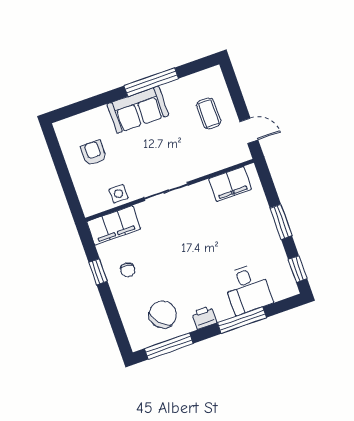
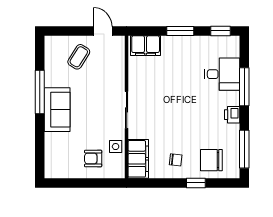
coffee table: (209, 113) -> (79, 57), turned -58
door: (249, 131) -> (103, 31), hinge flipped
armchair: (93, 153) -> (93, 158), moved
filing cabinet: (230, 184) -> (146, 46), moved, turned 90
window: (98, 272) -> (196, 183), moved
chair: (163, 314) -> (211, 160), moved, turned -49

